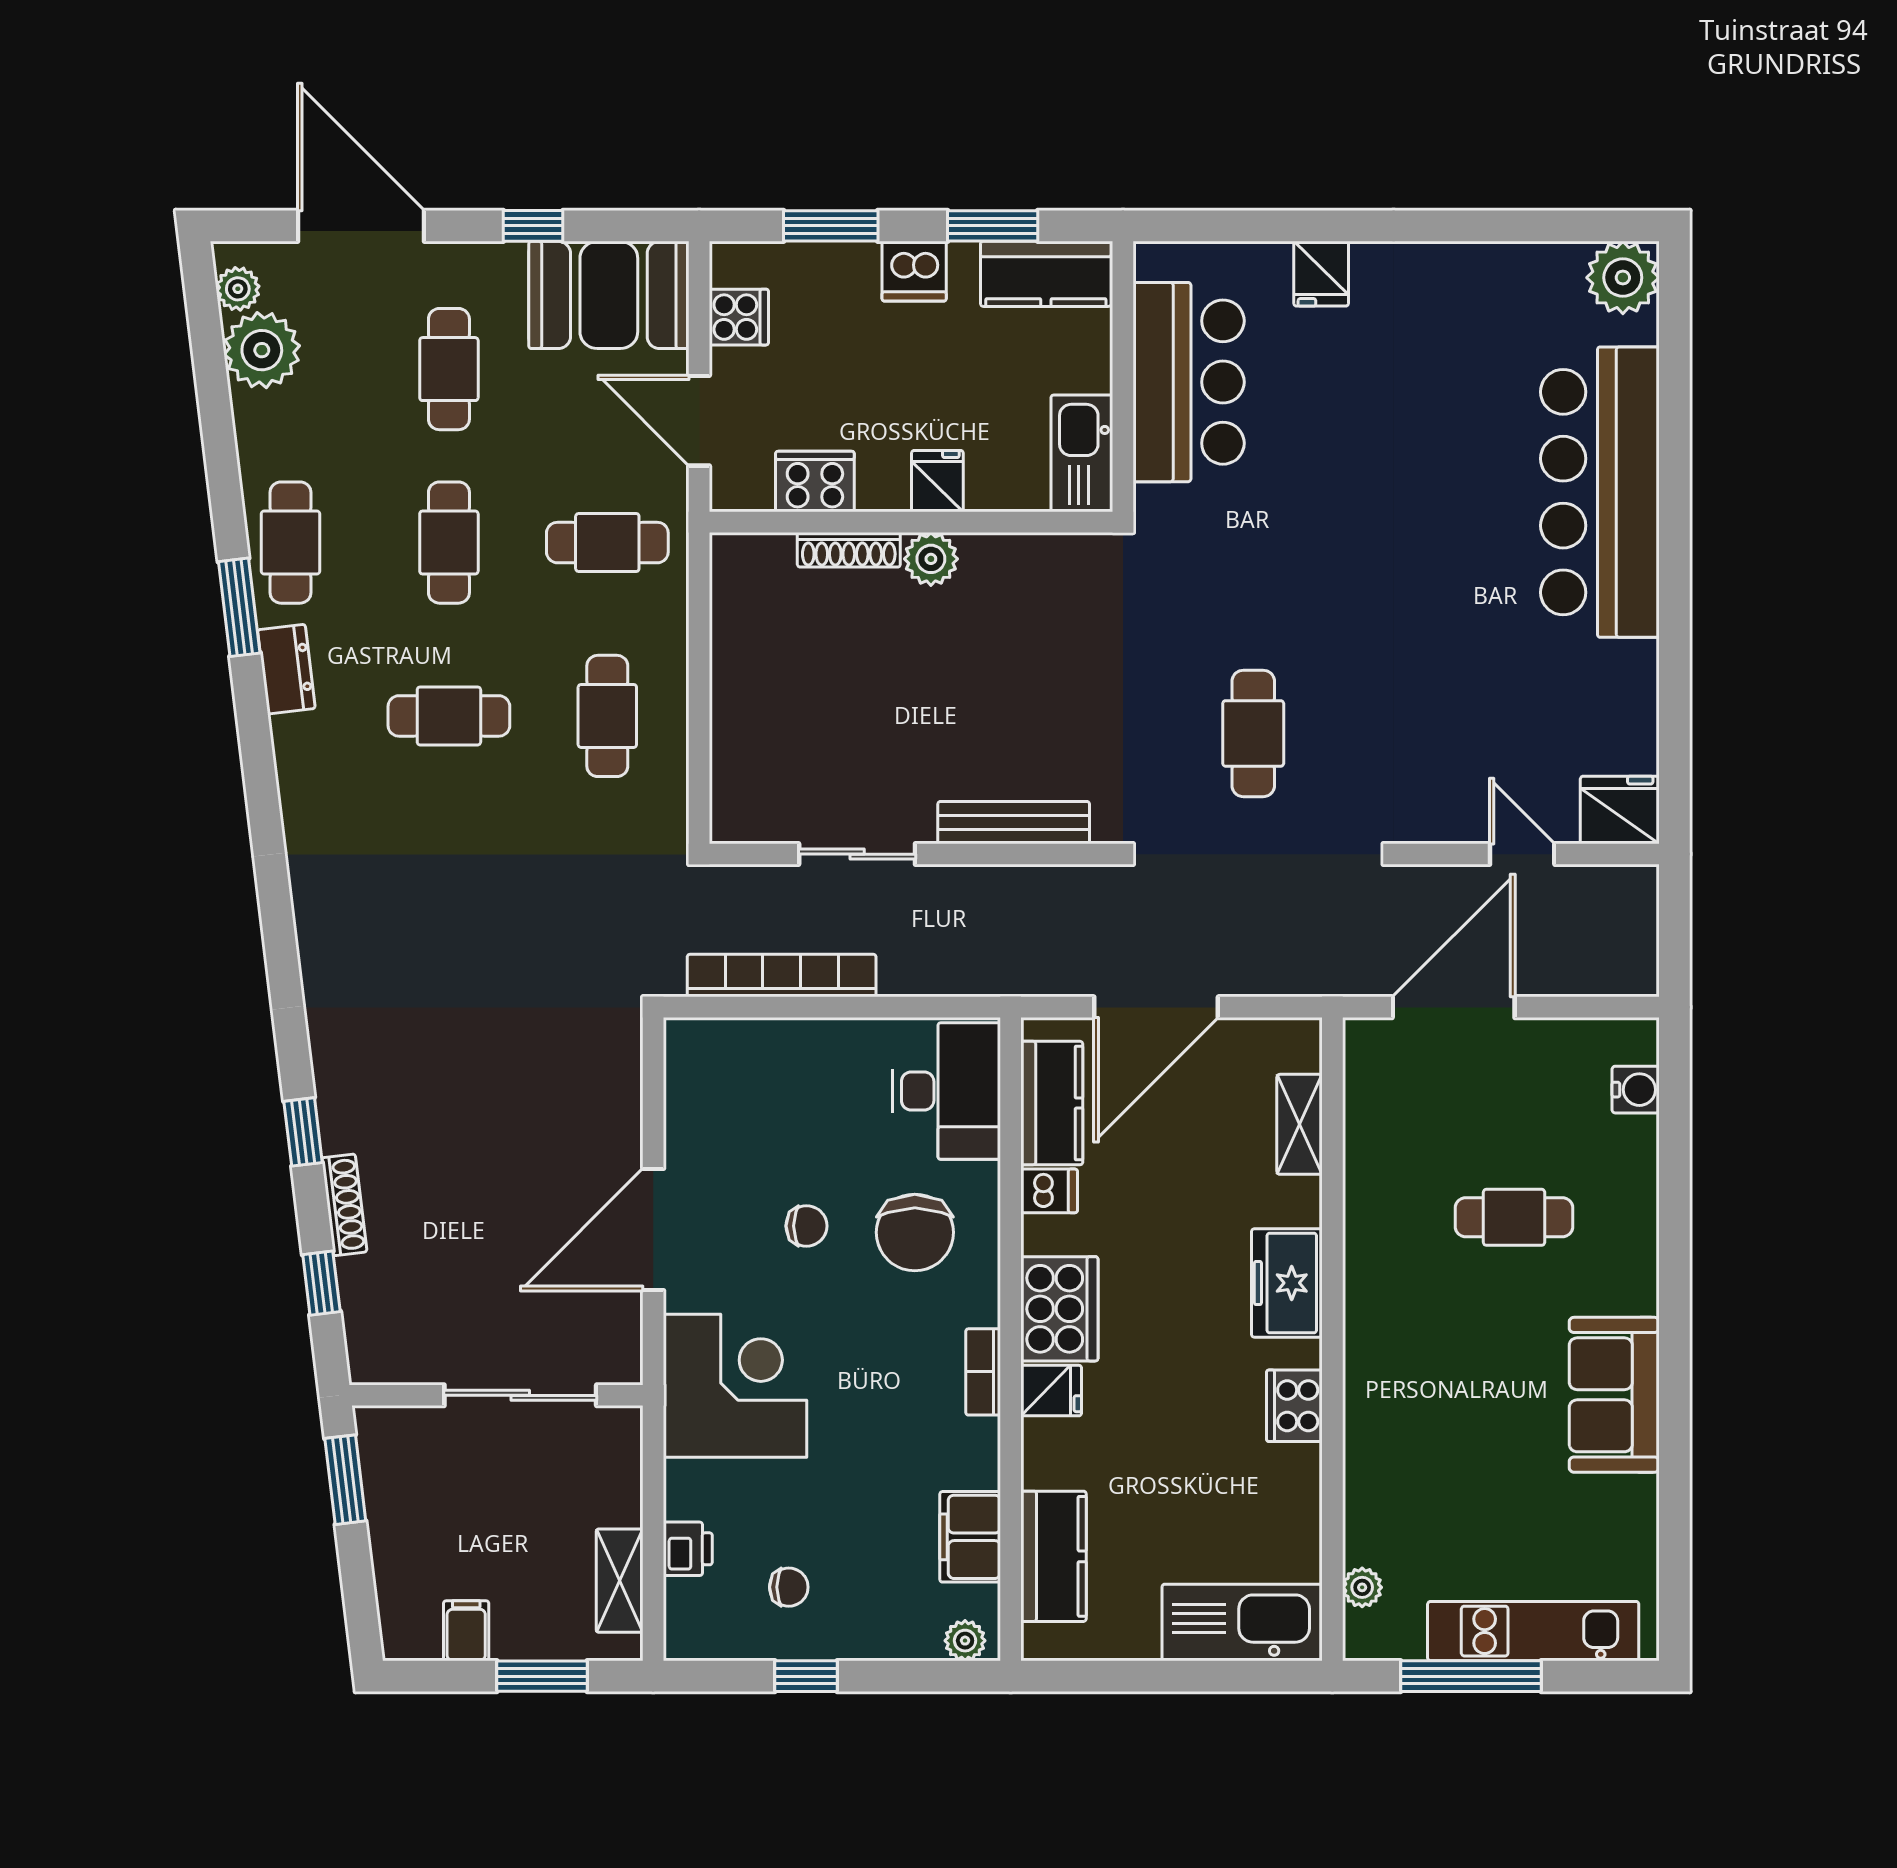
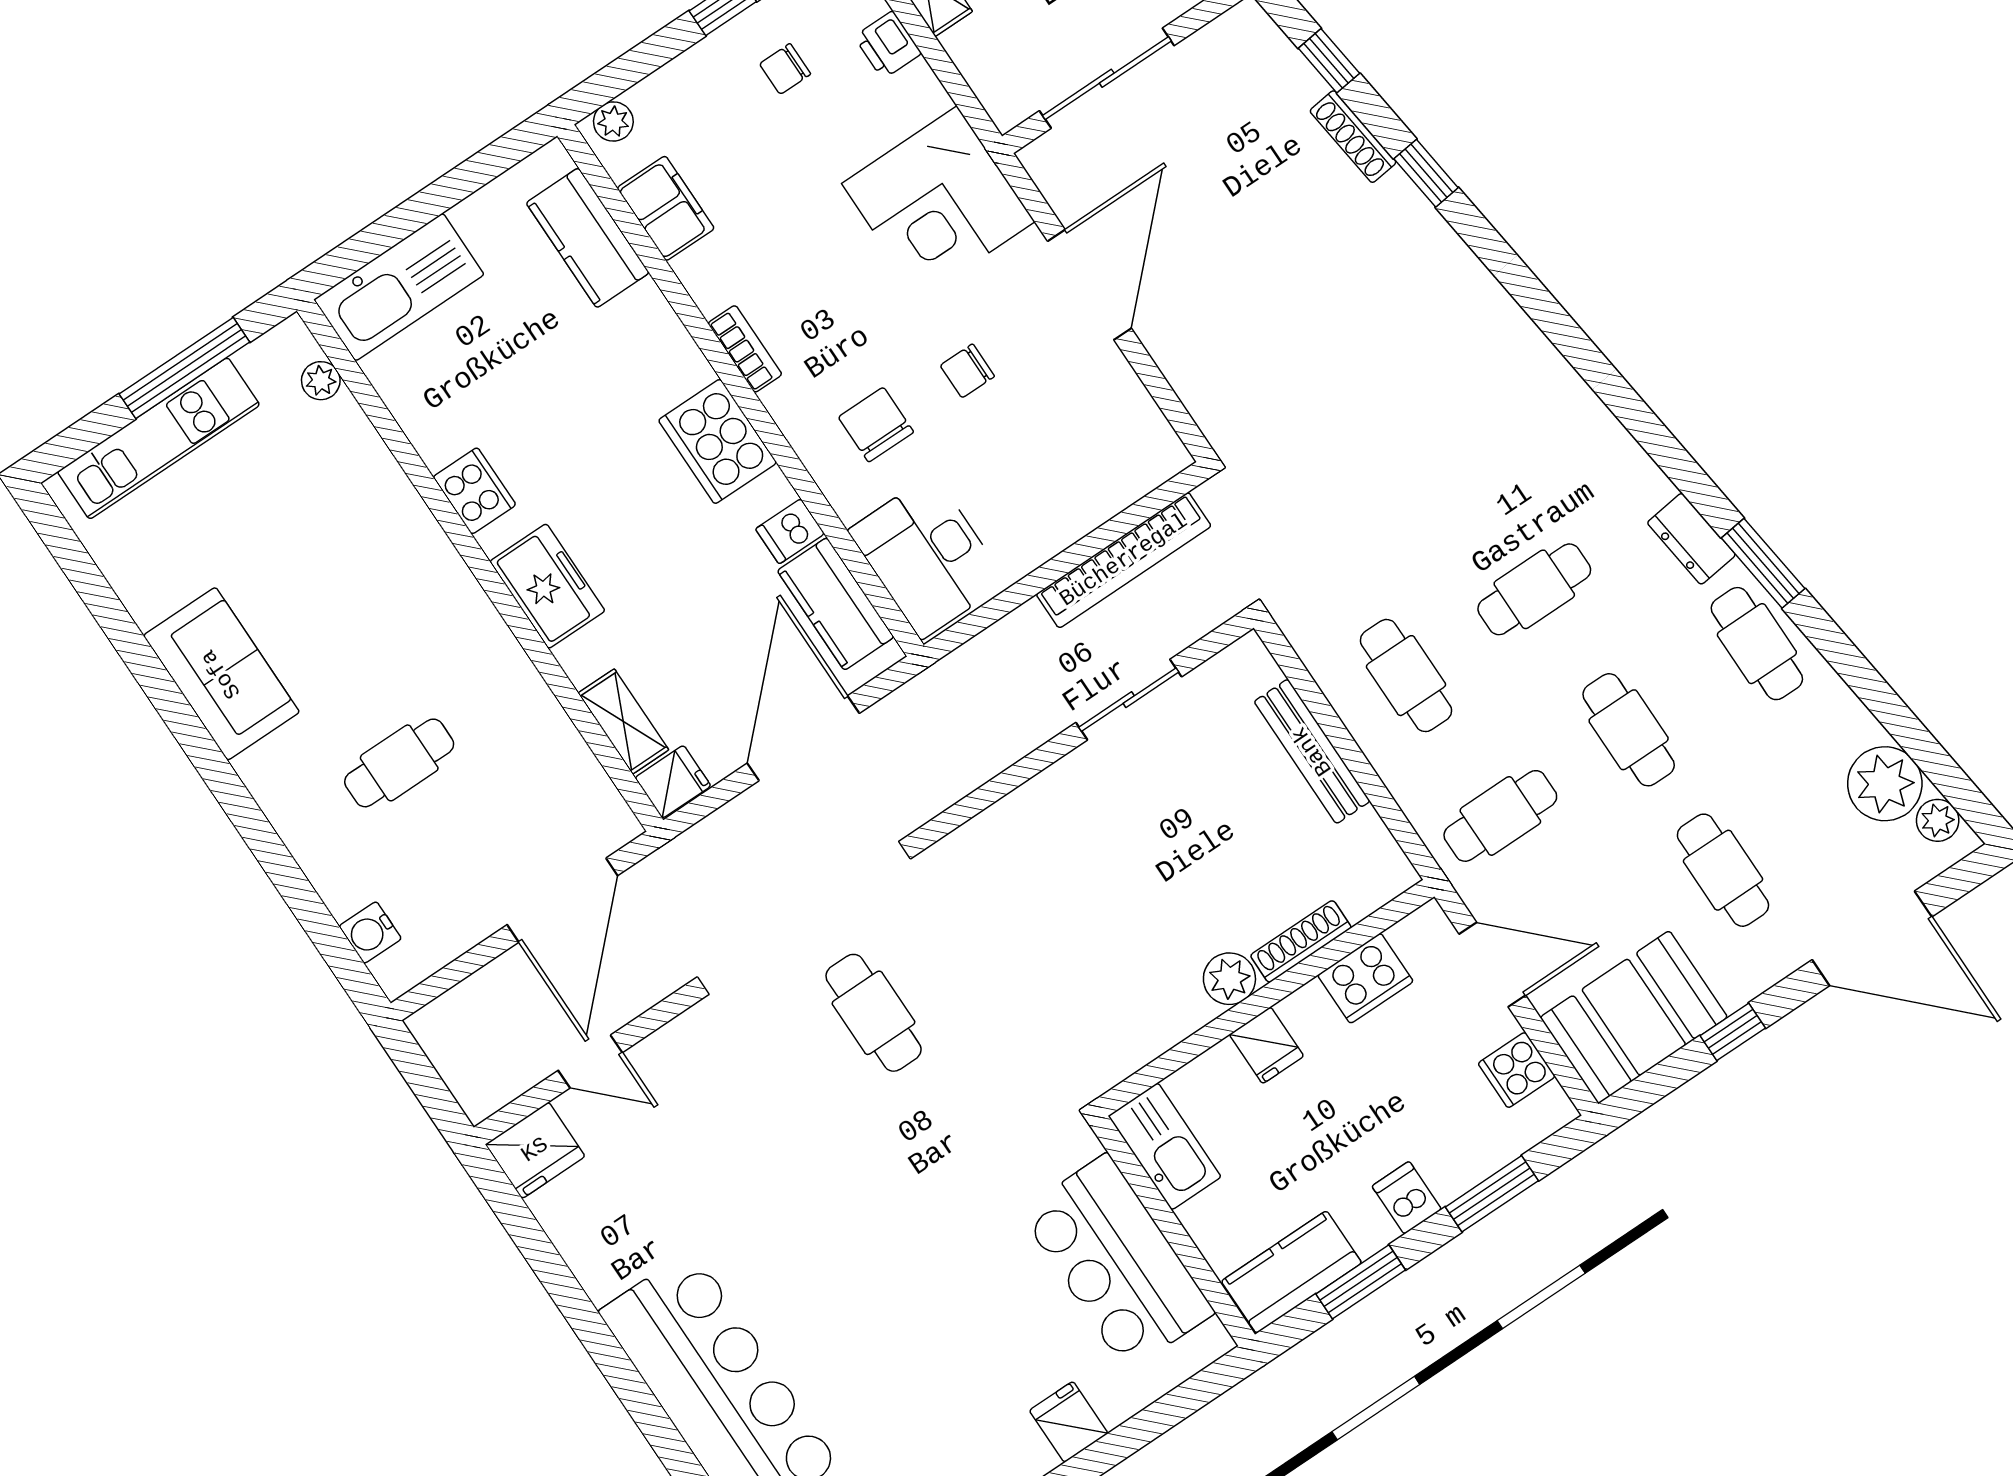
dishwasher: (914, 271) -> (1407, 1198), width x0.73
bench: (1014, 823) -> (1312, 751), moved, turned 90
chair: (915, 1232) -> (876, 425), width x0.73, depth x0.73
fridge: (1051, 1391) -> (673, 782), moved, turned 180

